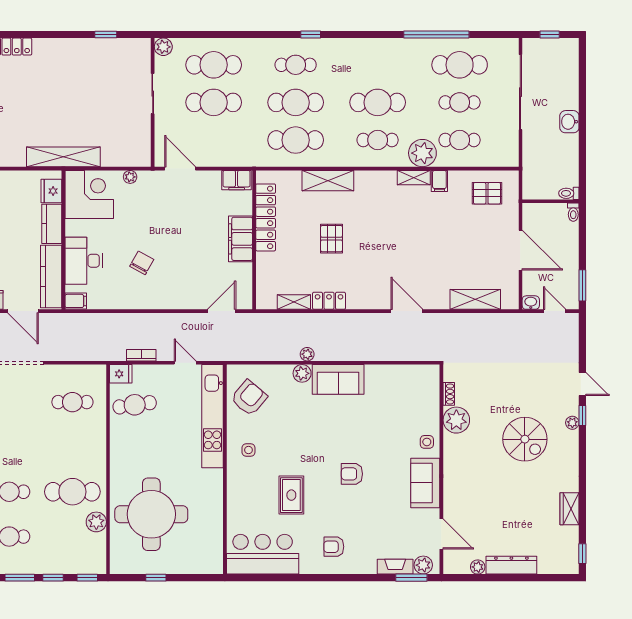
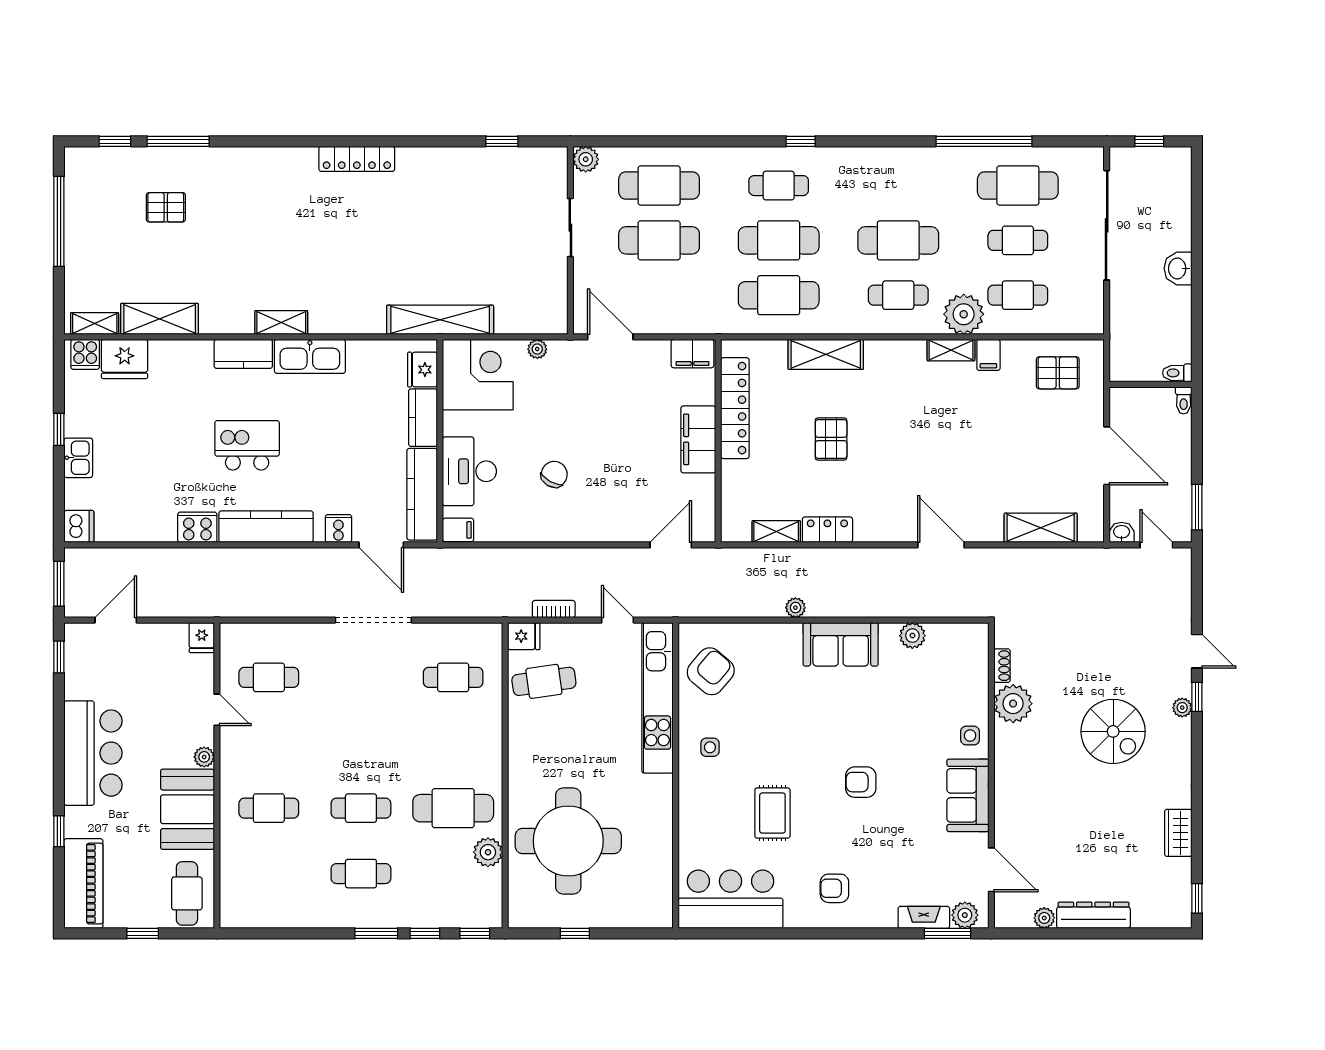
plant: (302, 373) -> (912, 636), moved

